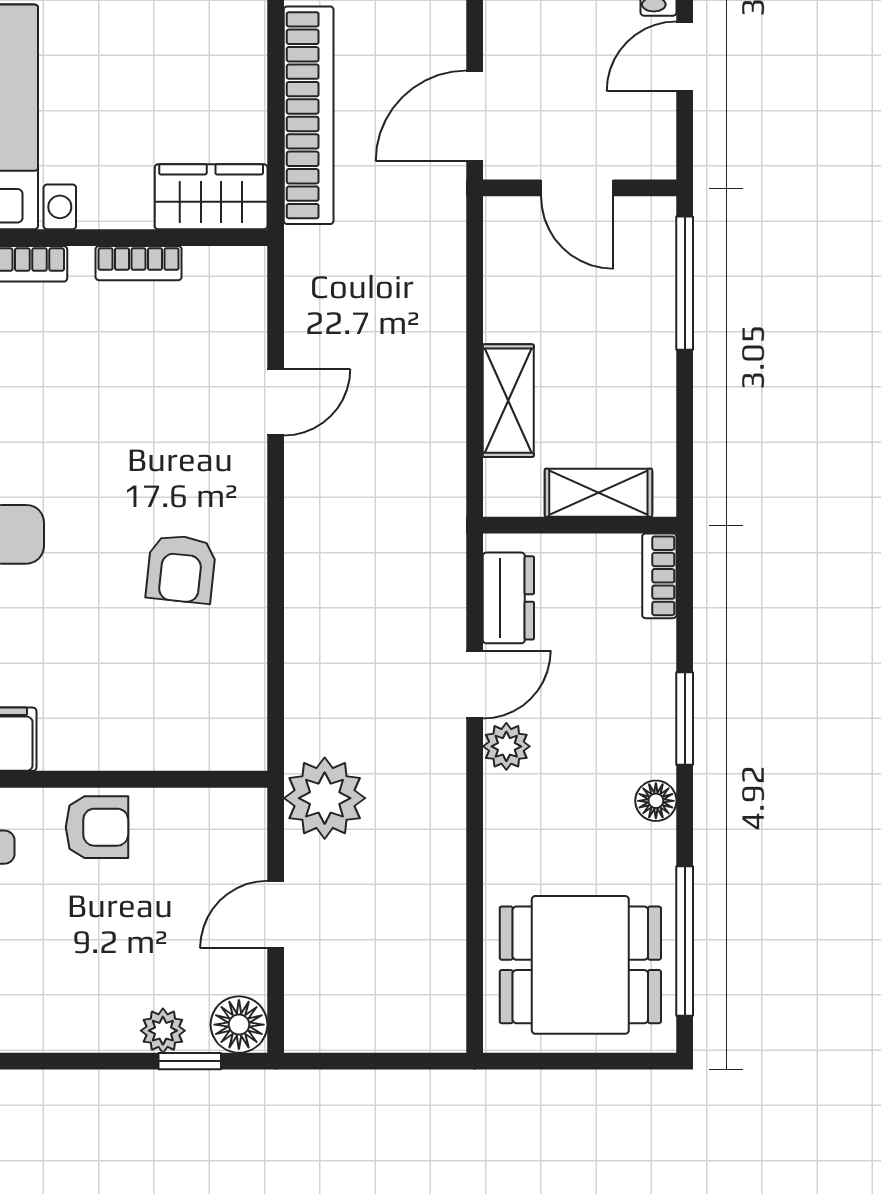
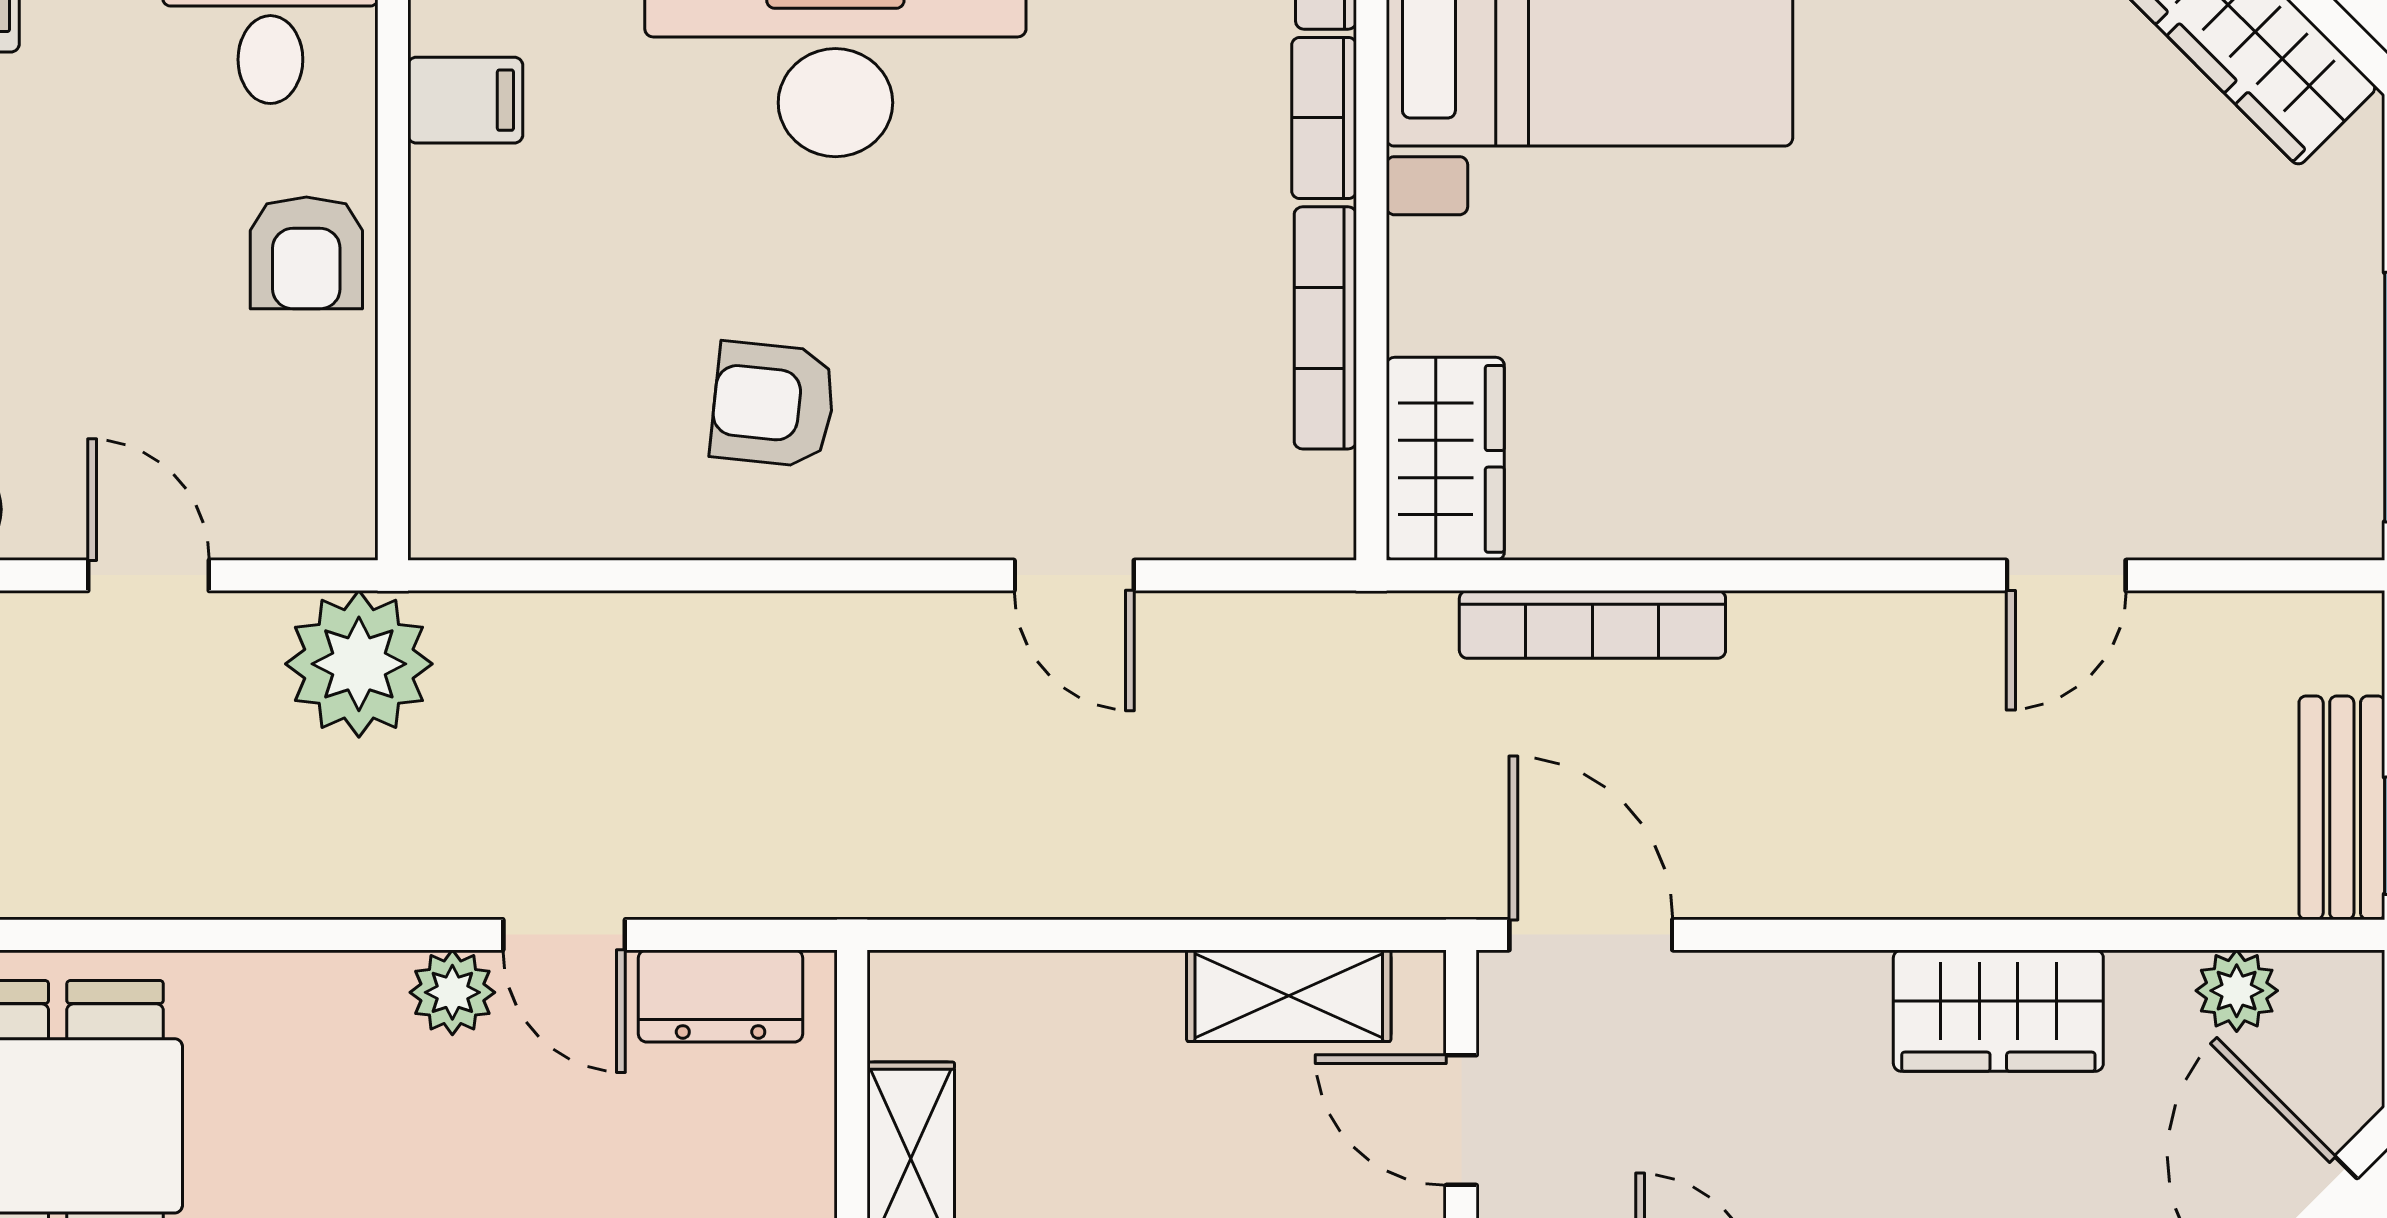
bookcase: (309, 115) -> (1592, 624), width x0.68, depth x0.76
door: (577, 188) -> (1461, 1120), hinge flipped
bookcase: (139, 263) -> (1325, 328), width x1.56
shelving: (508, 401) -> (1289, 996), moved

